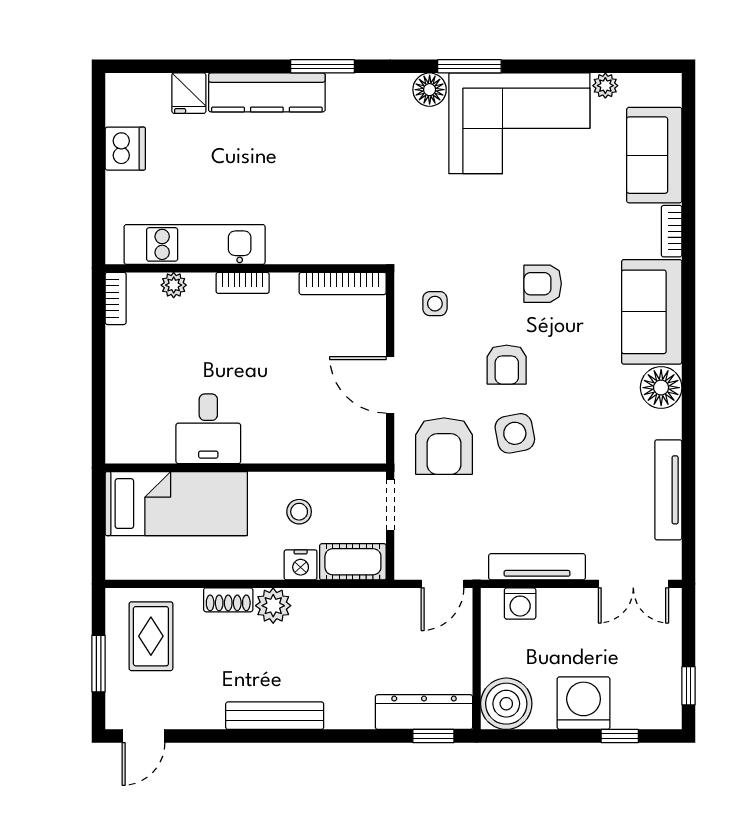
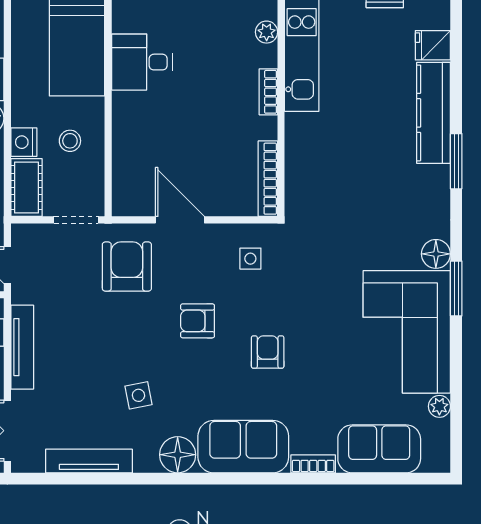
door: (390, 385) -> (180, 220), hinge flipped
side table: (515, 433) -> (138, 395), moved, width x0.73, depth x0.73
armchair: (444, 446) -> (127, 267), turned 90

